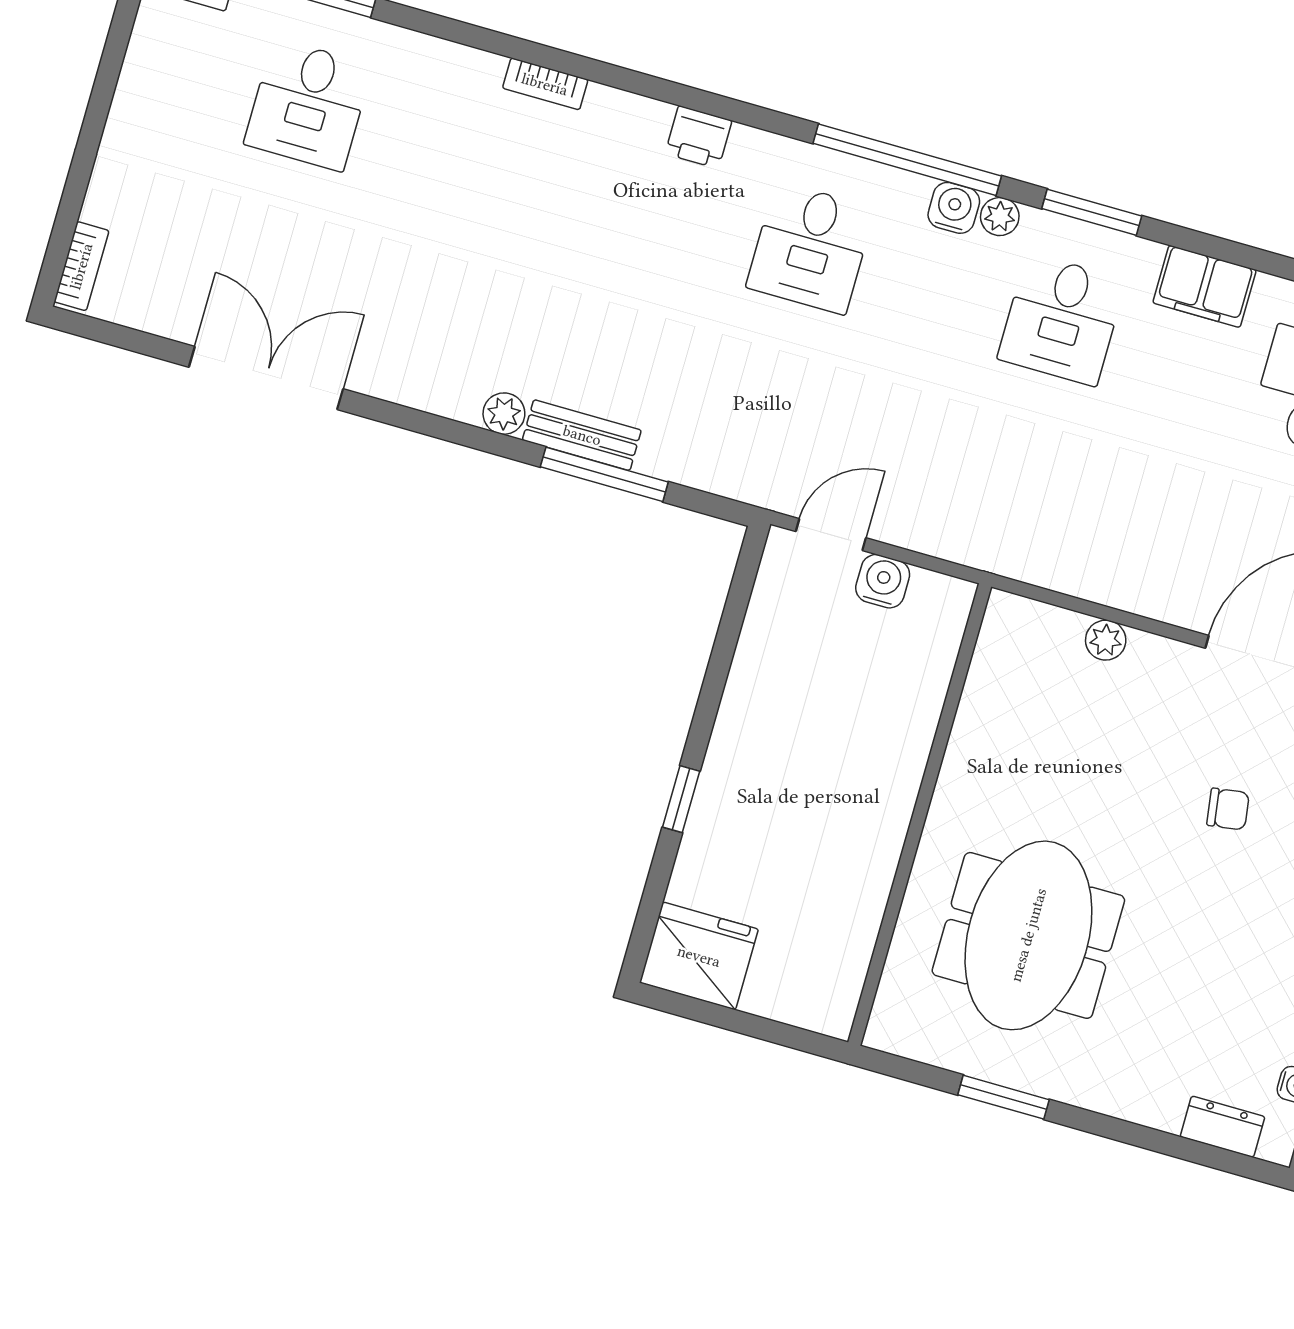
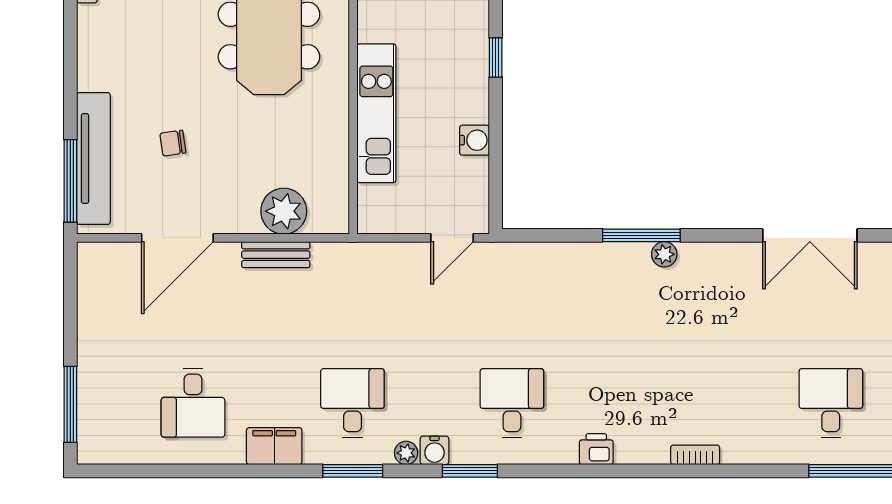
window: (907, 160) -> (470, 471), width x0.47
bench: (582, 435) -> (276, 255), moved
window: (604, 474) -> (641, 235), moved
water cooler: (883, 581) -> (475, 140), moved, turned -90
plant: (1106, 640) -> (284, 211), width x1.88, depth x1.88
kitchen unit: (894, 765) -> (376, 113), added

